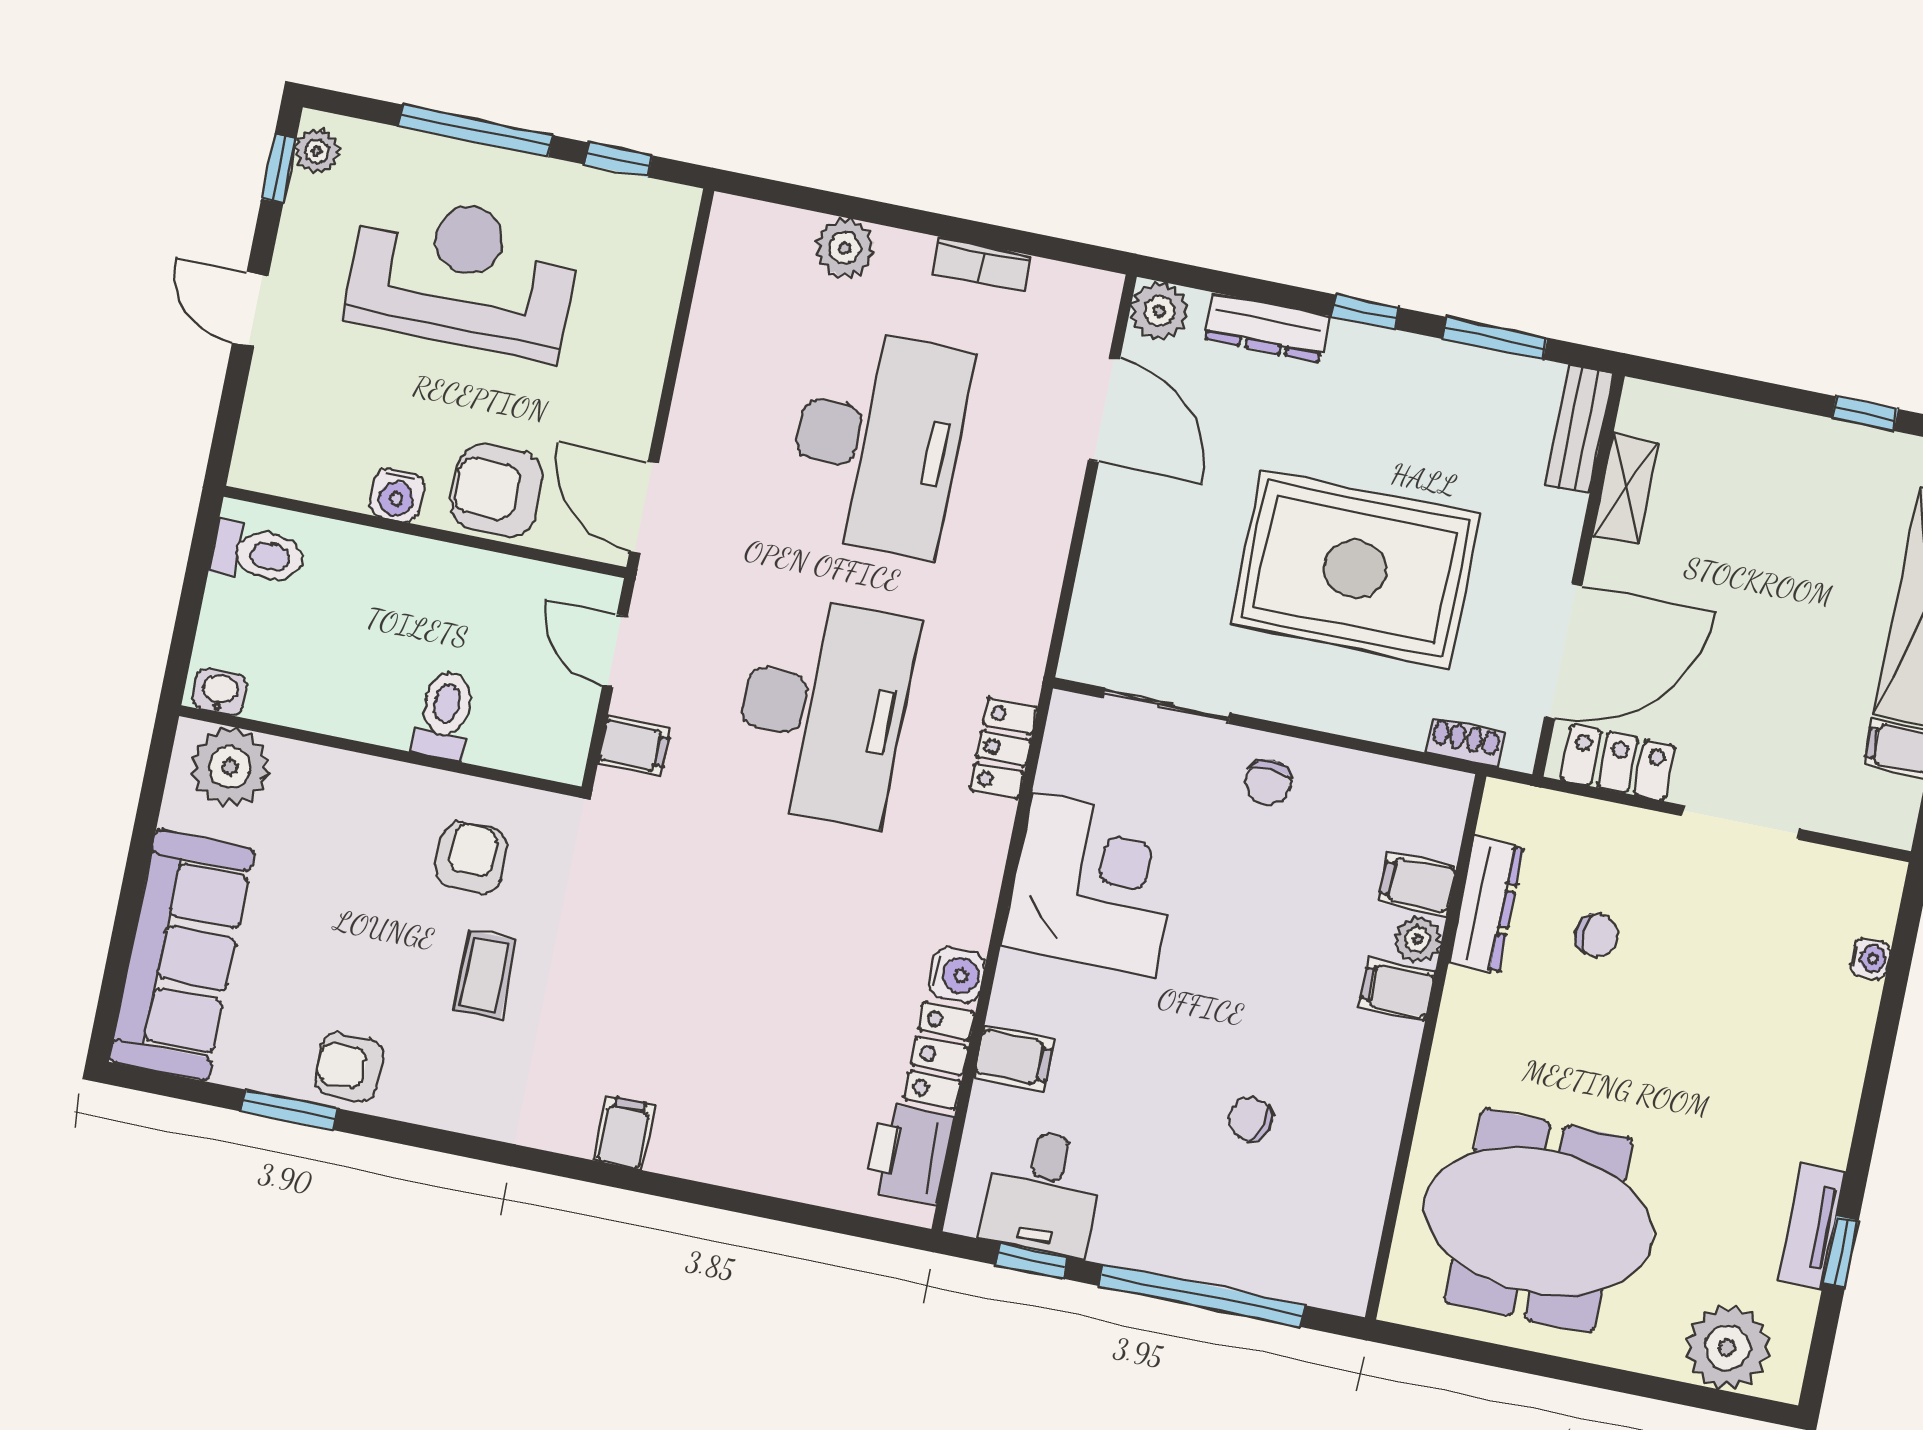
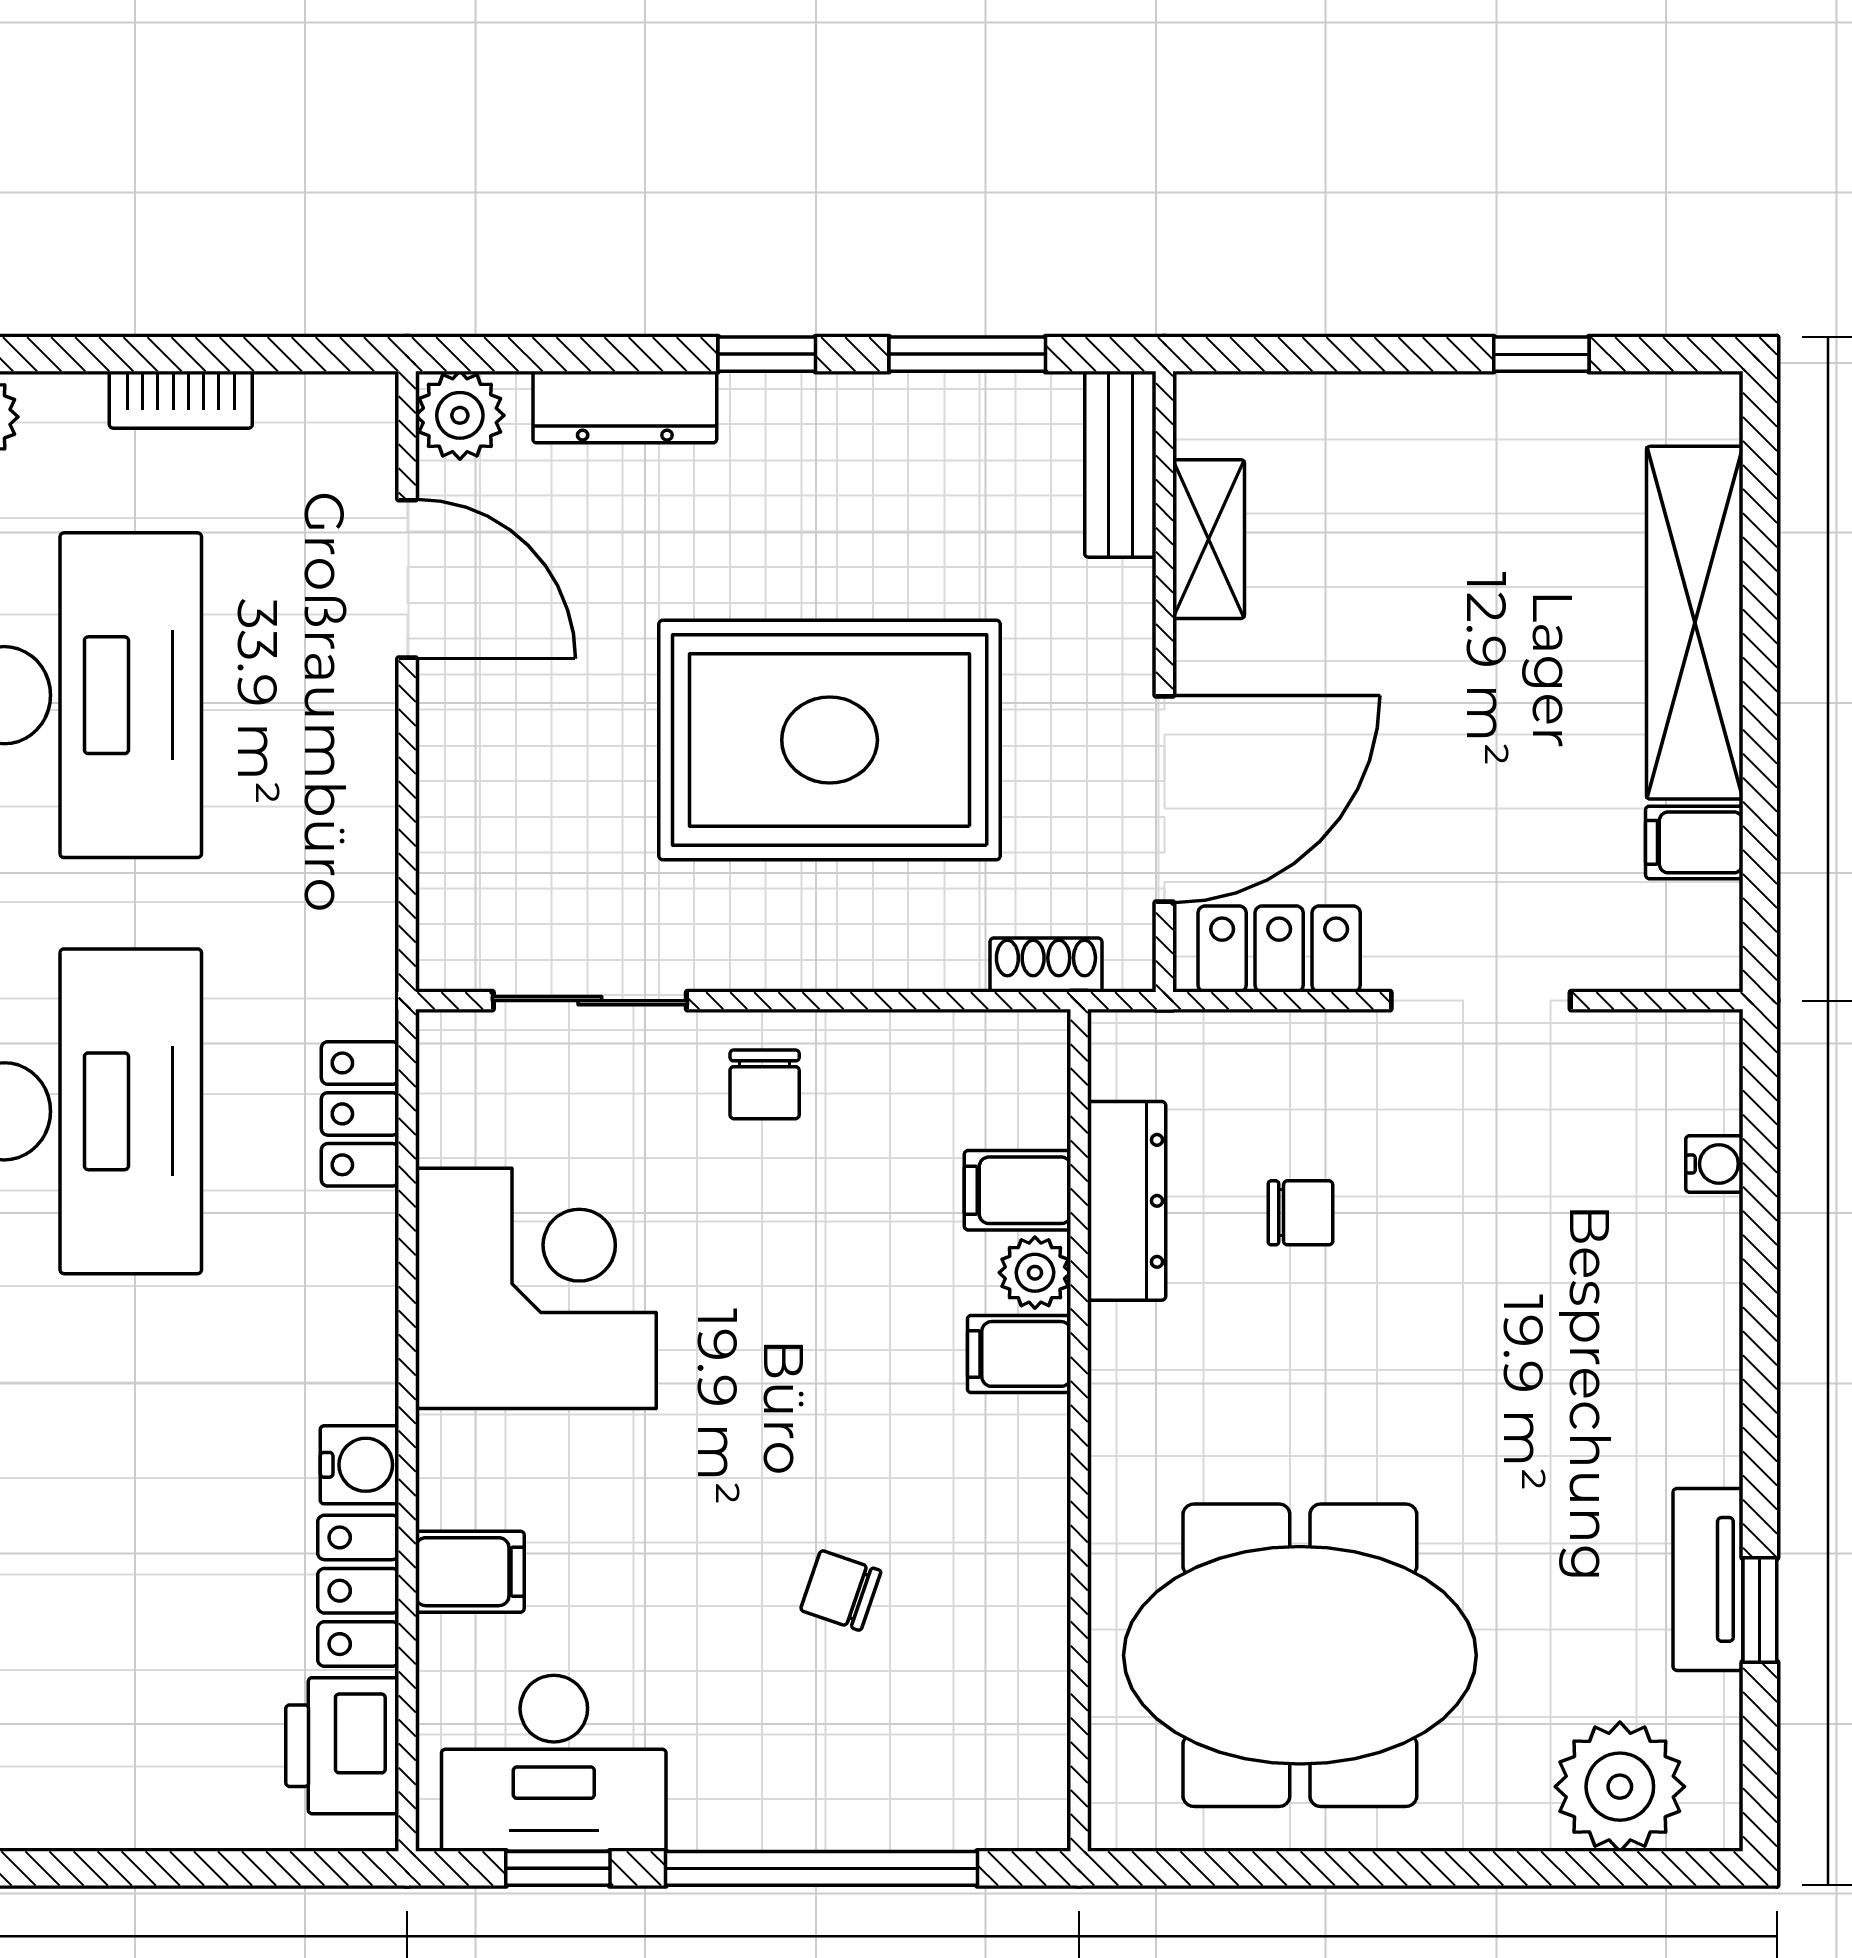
desk: (1043, 1193) -> (554, 1763), width x1.37

